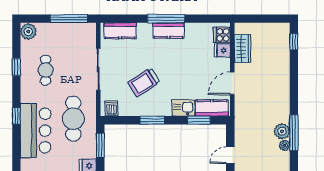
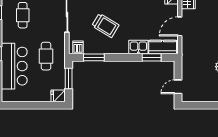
trolley: (144, 82) -> (105, 25), turned -117
cafe table: (73, 119) -> (46, 56), width x0.73, depth x0.74
window: (152, 120) -> (94, 57), moved

